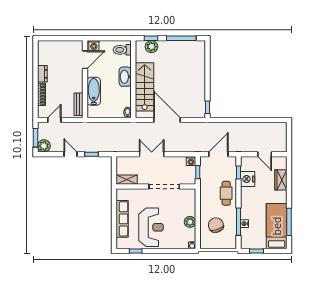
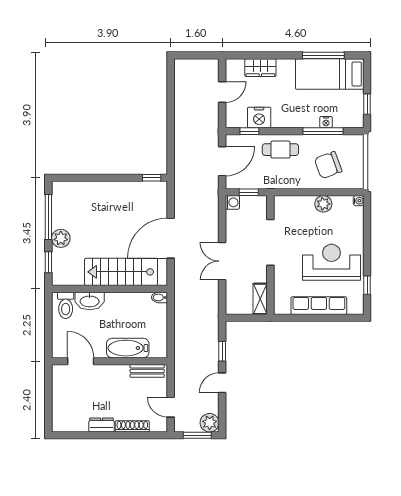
washing machine: (94, 45) -> (59, 348), removed
plant: (151, 47) -> (61, 238), moved
washbasin: (125, 77) -> (90, 301), moved
door: (218, 154) -> (222, 161), swing flipped

